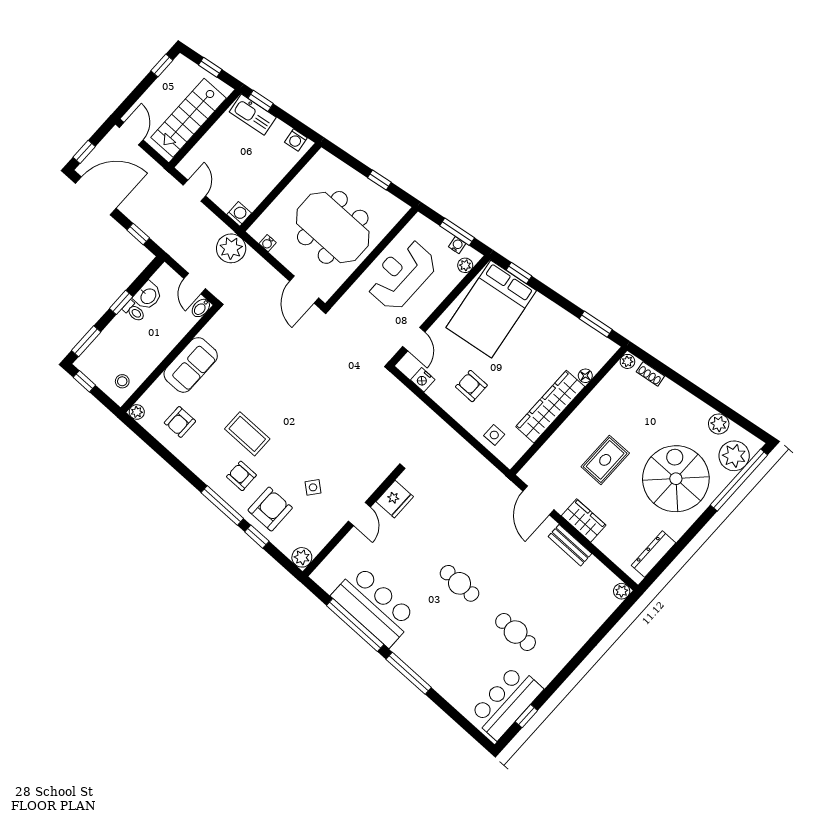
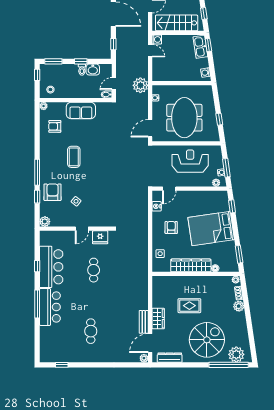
door: (194, 191) -> (150, 51), hinge flipped
washing machine: (239, 214) -> (157, 39), moved
bed: (491, 309) -> (211, 229), moved
plant: (719, 424) -> (239, 306), moved
armchair: (241, 476) -> (55, 169), removed
door: (538, 500) -> (150, 343), moved
armchair: (270, 509) -> (53, 192), turned -90
cafe table: (460, 583) -> (94, 270), moved
window: (355, 625) -> (37, 266), width x0.32
bar counter: (506, 702) -> (50, 307), moved, turned 90

